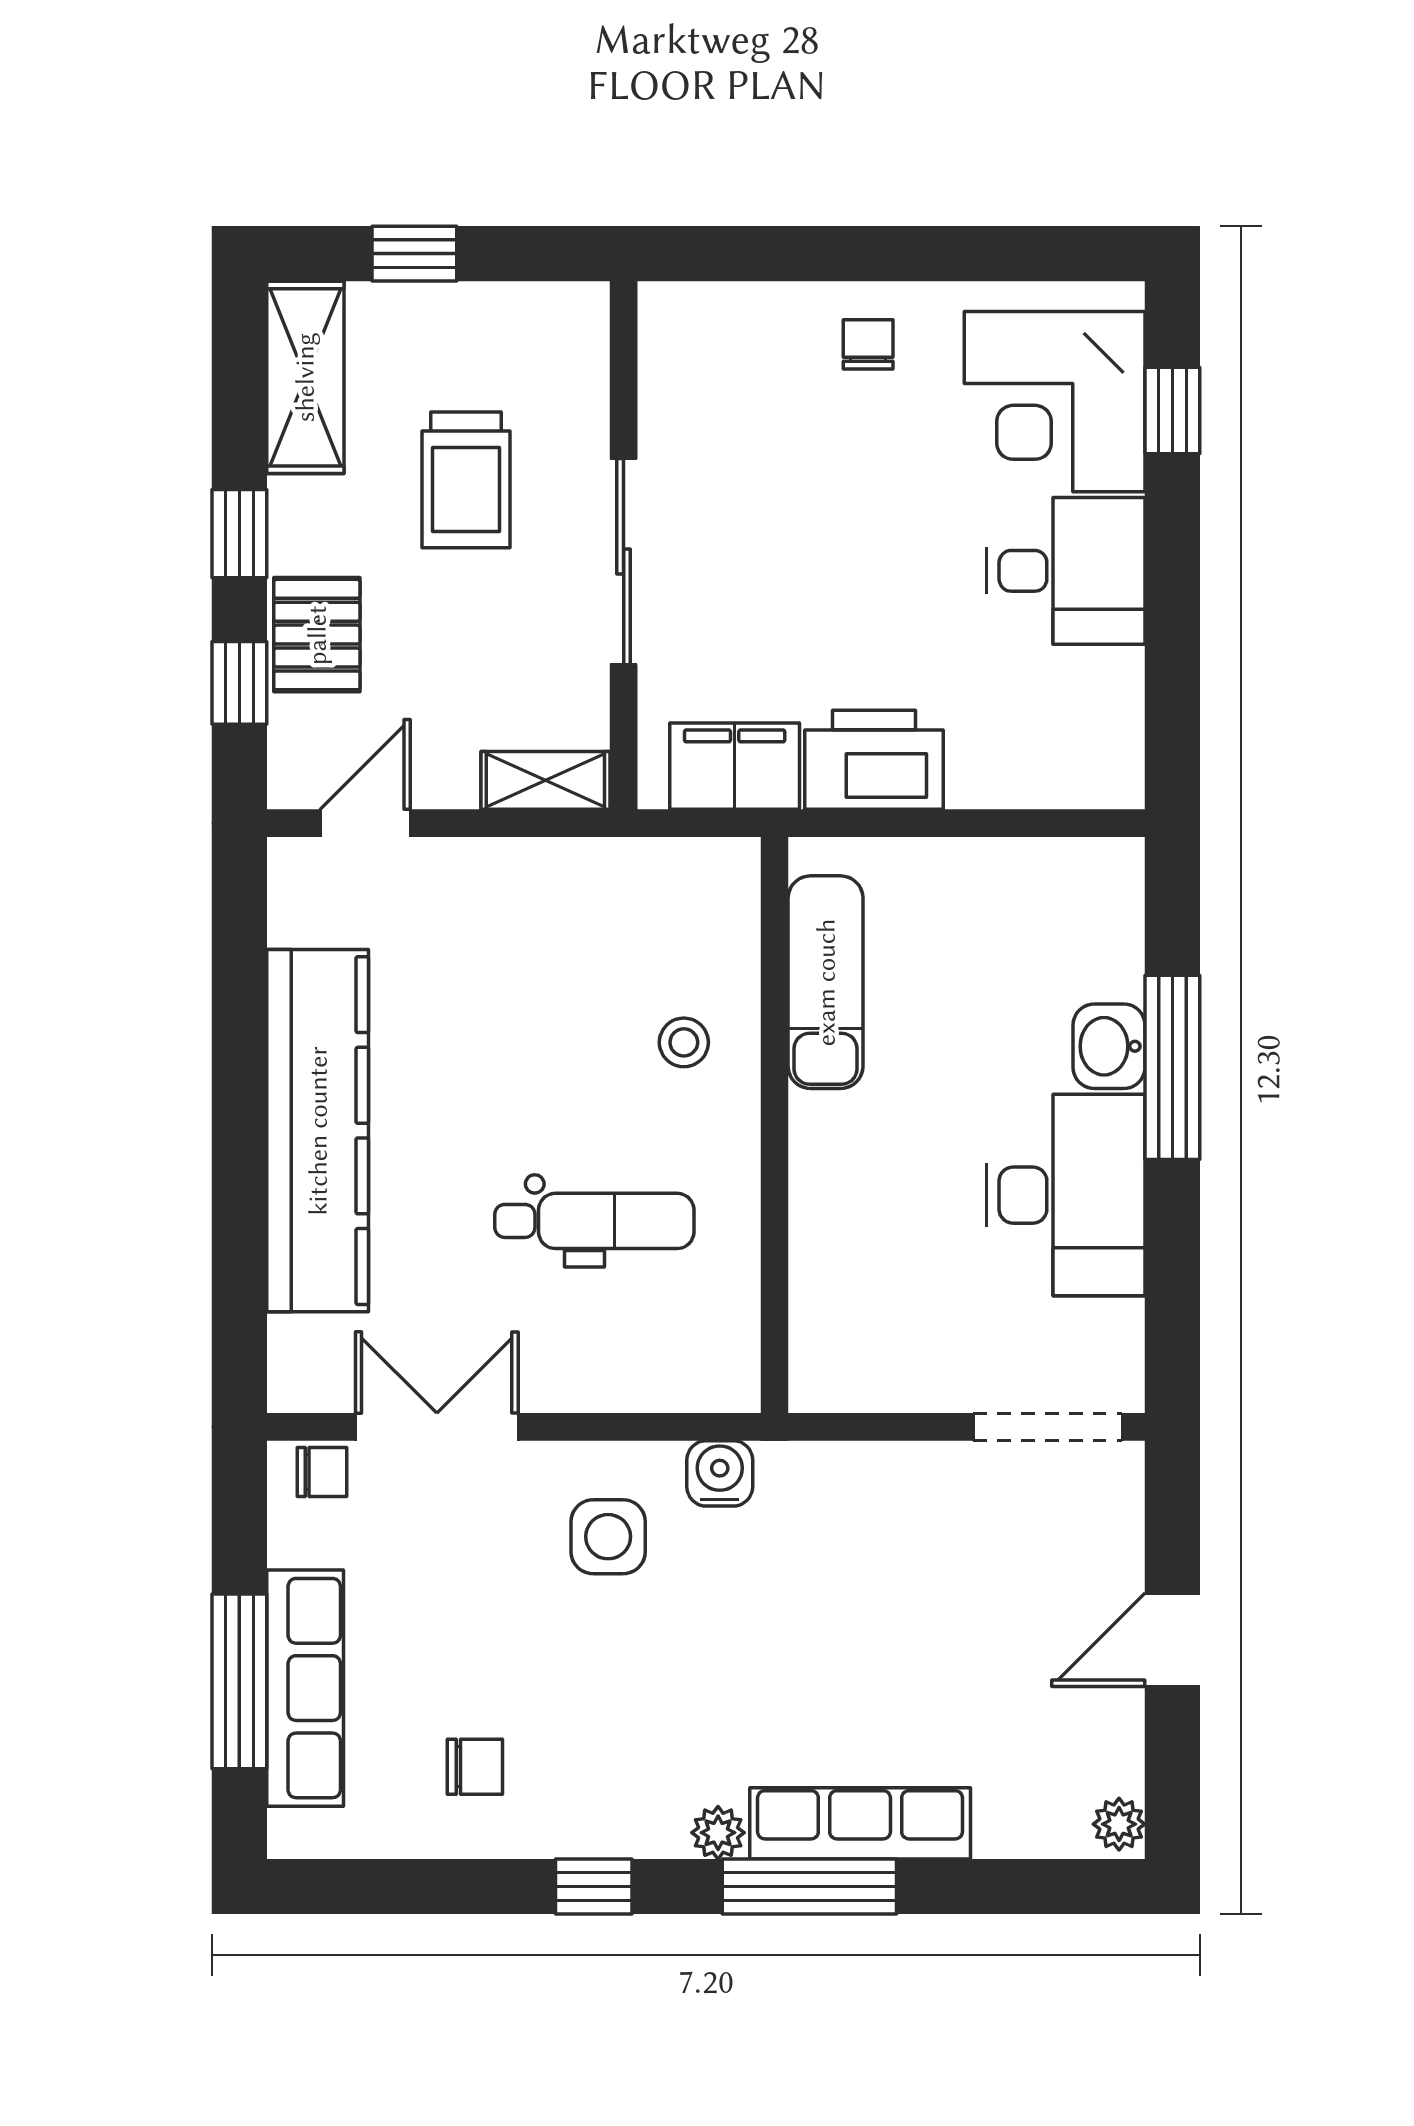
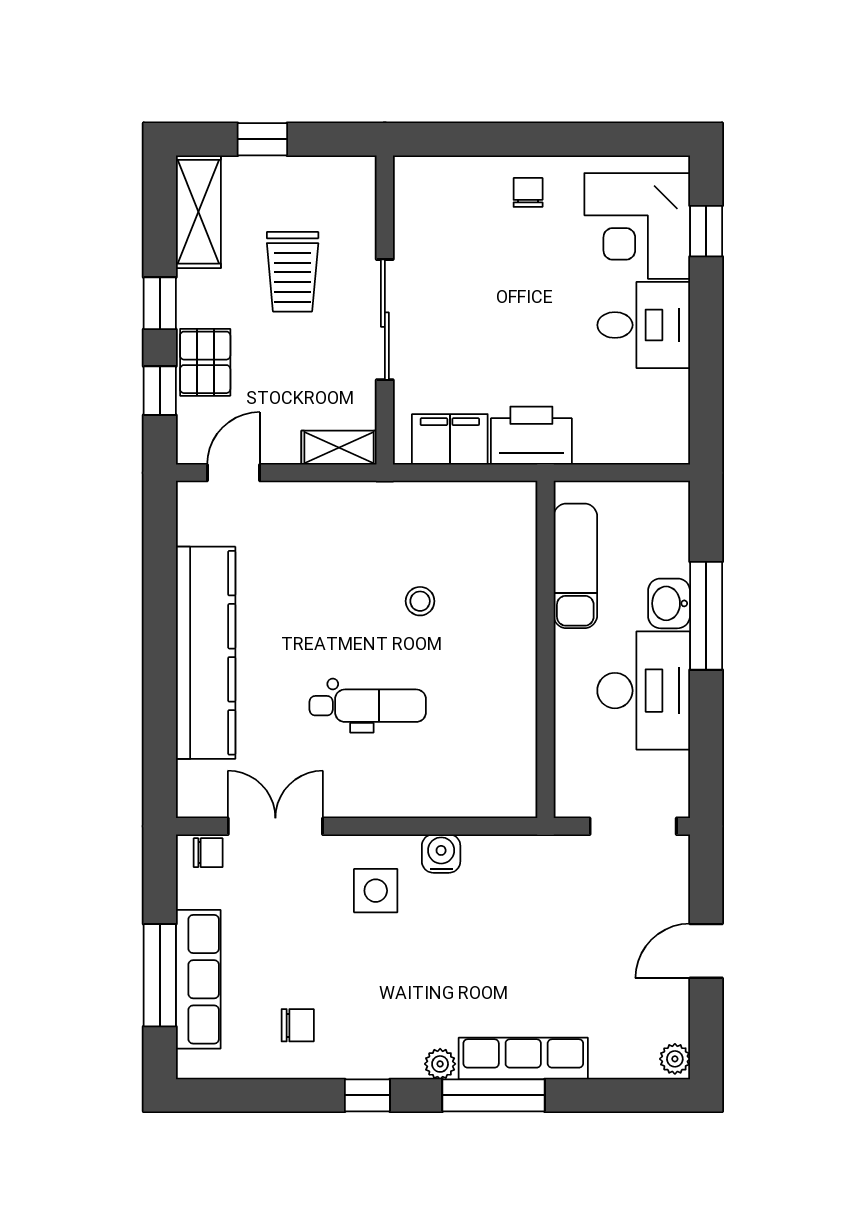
exam couch: (826, 982) -> (575, 566), moved
wall: (775, 1125) -> (545, 649), moved

